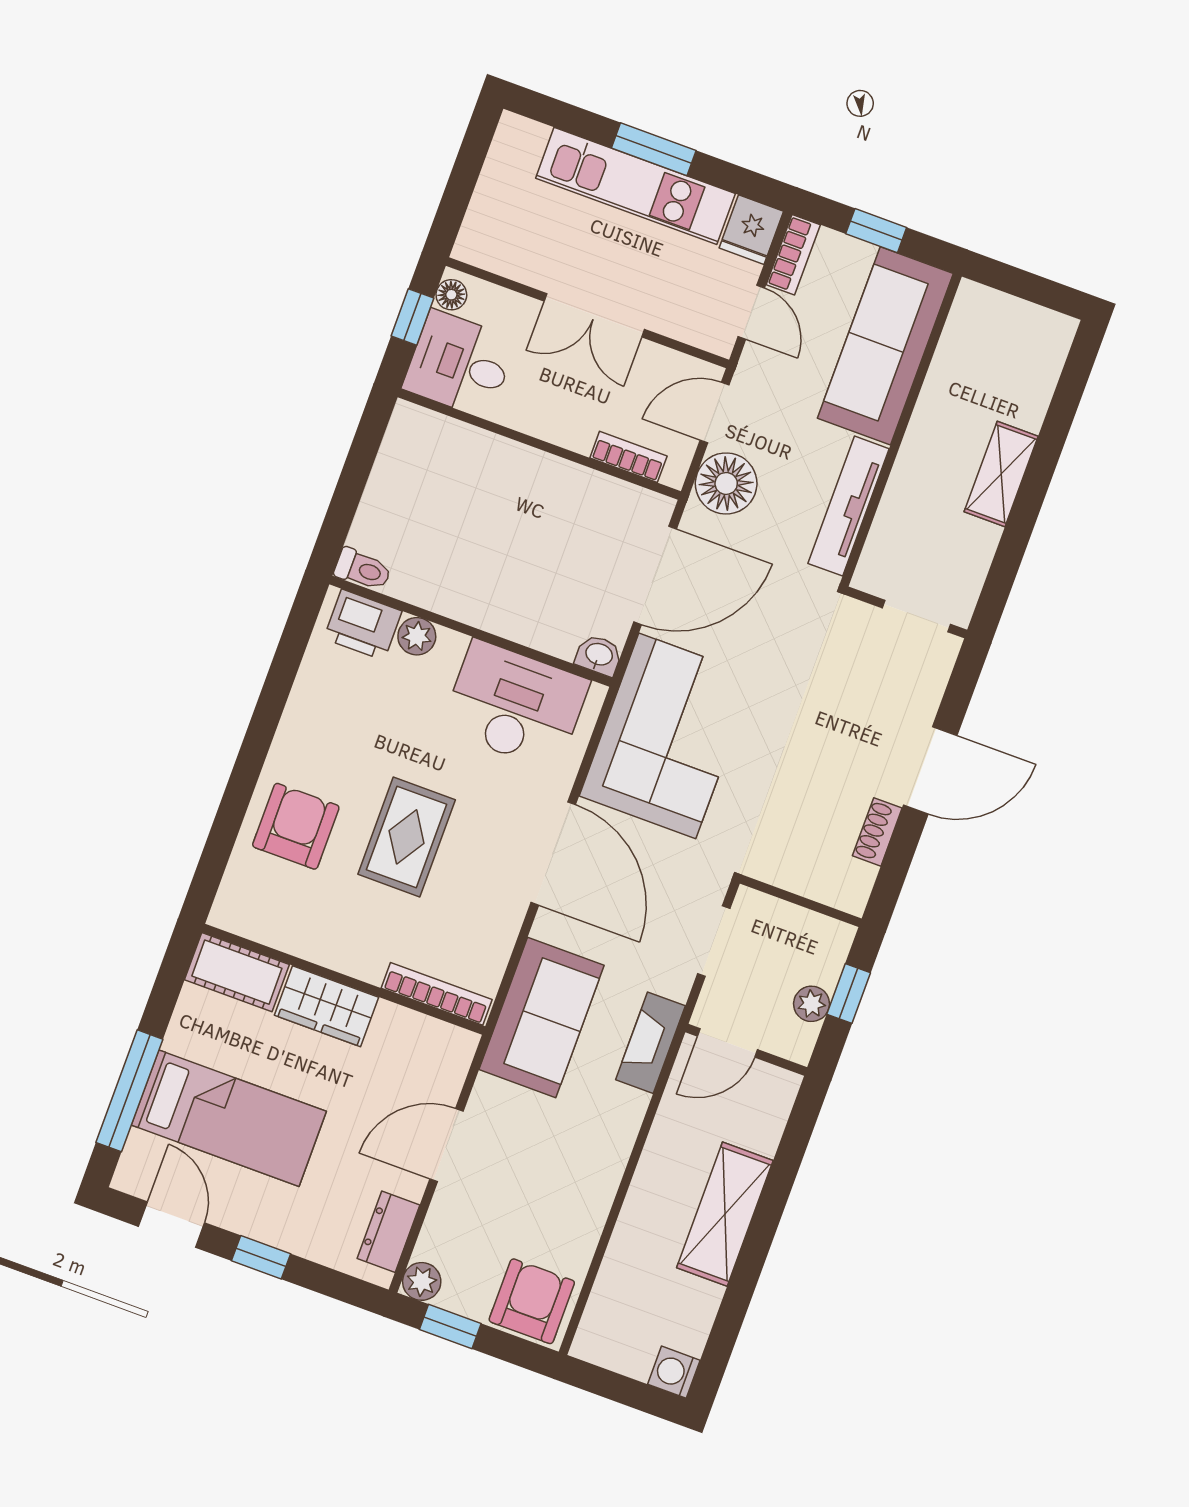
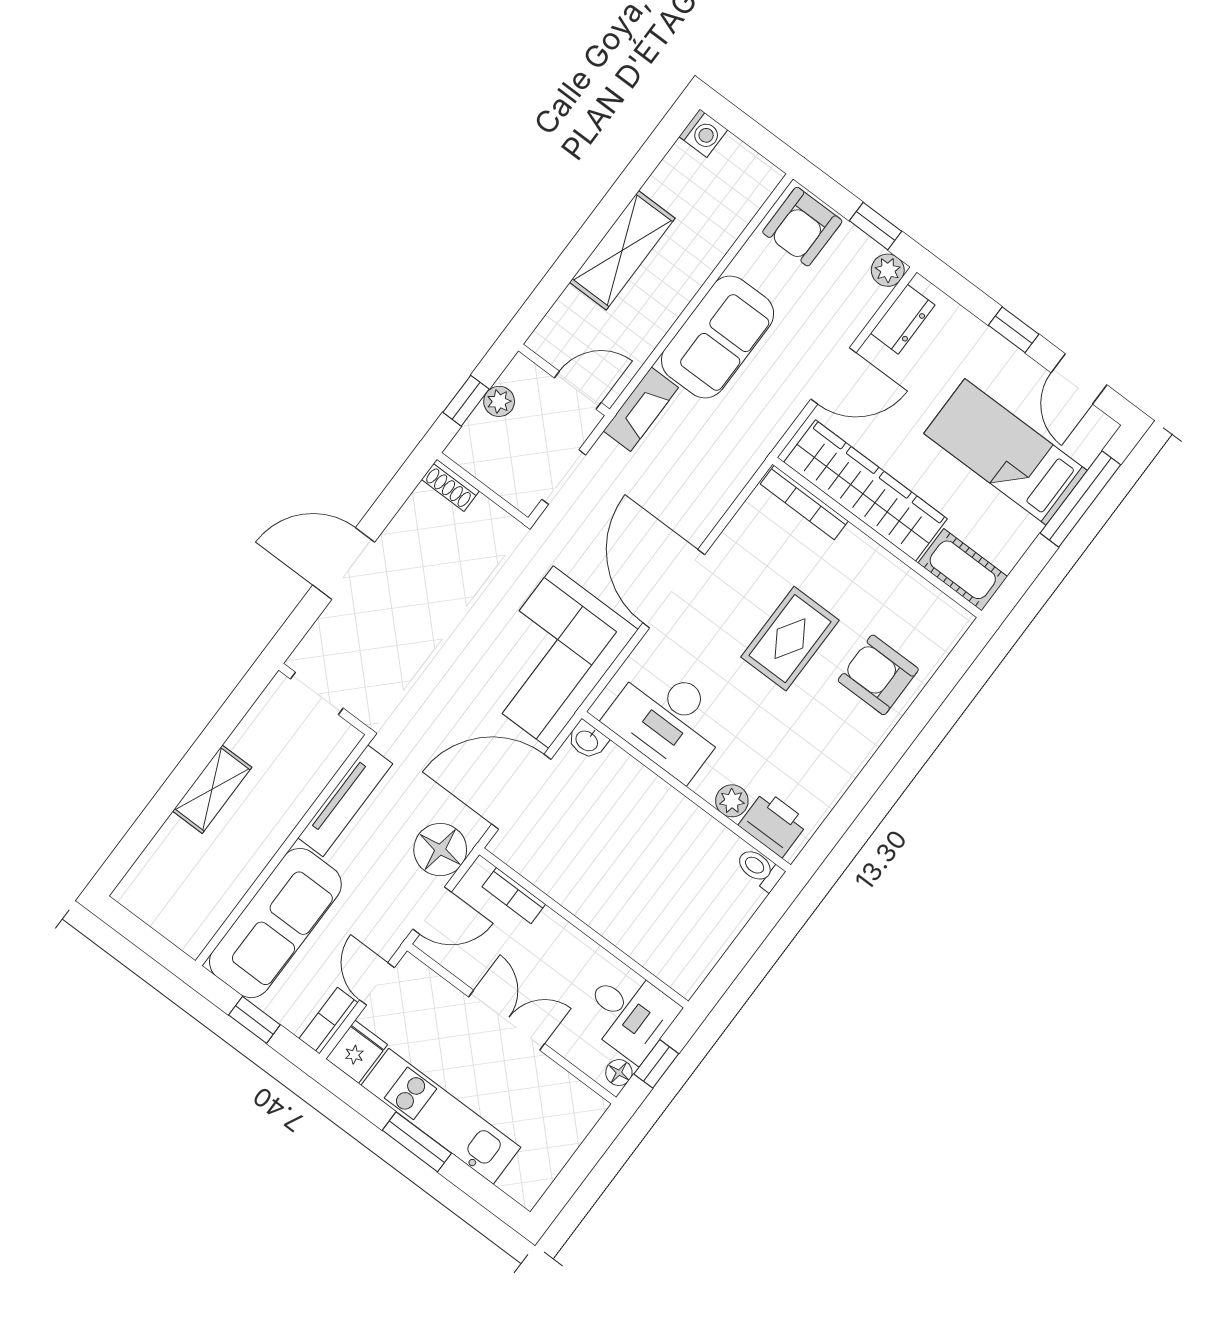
armchair: (296, 826) -> (878, 675), turned 90
shoe rack: (877, 832) -> (450, 485), moved, turned 90
wardrobe: (327, 1006) -> (865, 491), width x2.10, depth x1.17
sofa: (542, 1017) -> (718, 337), moved, turned 180

